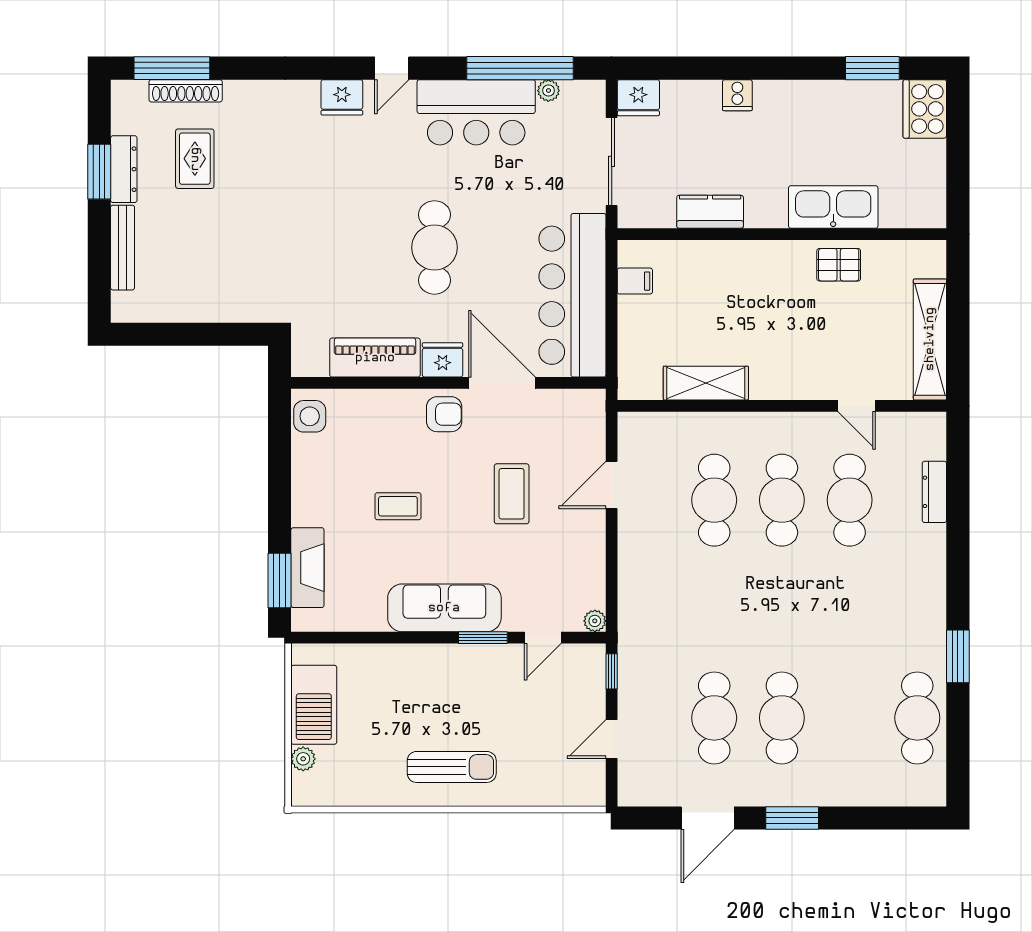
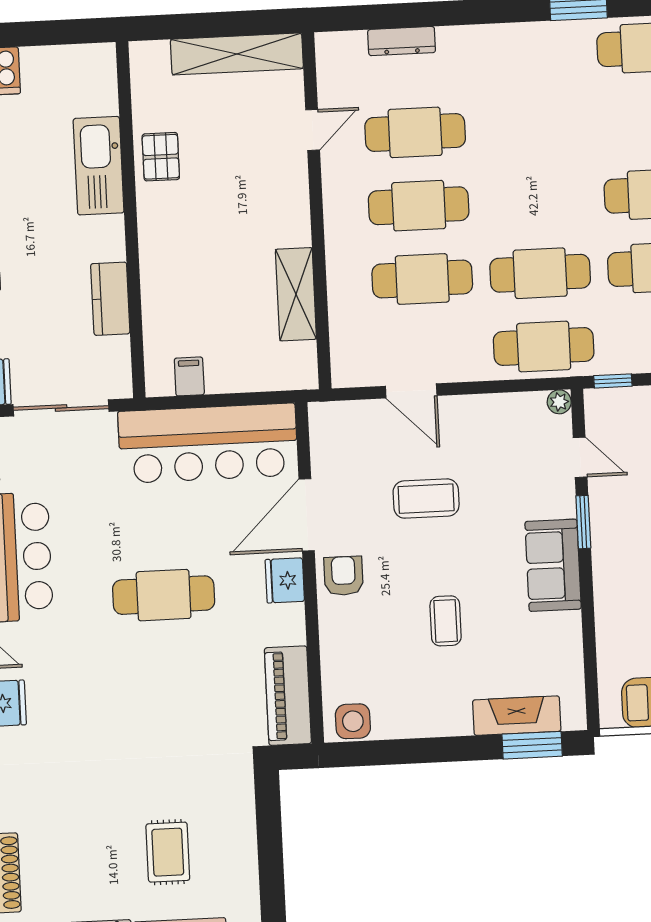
rug: (195, 159) -> (168, 852), moved, turned 90
piano: (375, 358) -> (288, 696), moved
sofa: (444, 608) -> (553, 565), width x0.73
cafe table: (646, 609) -> (544, 346), added
cafe table: (714, 609) -> (540, 273), added

